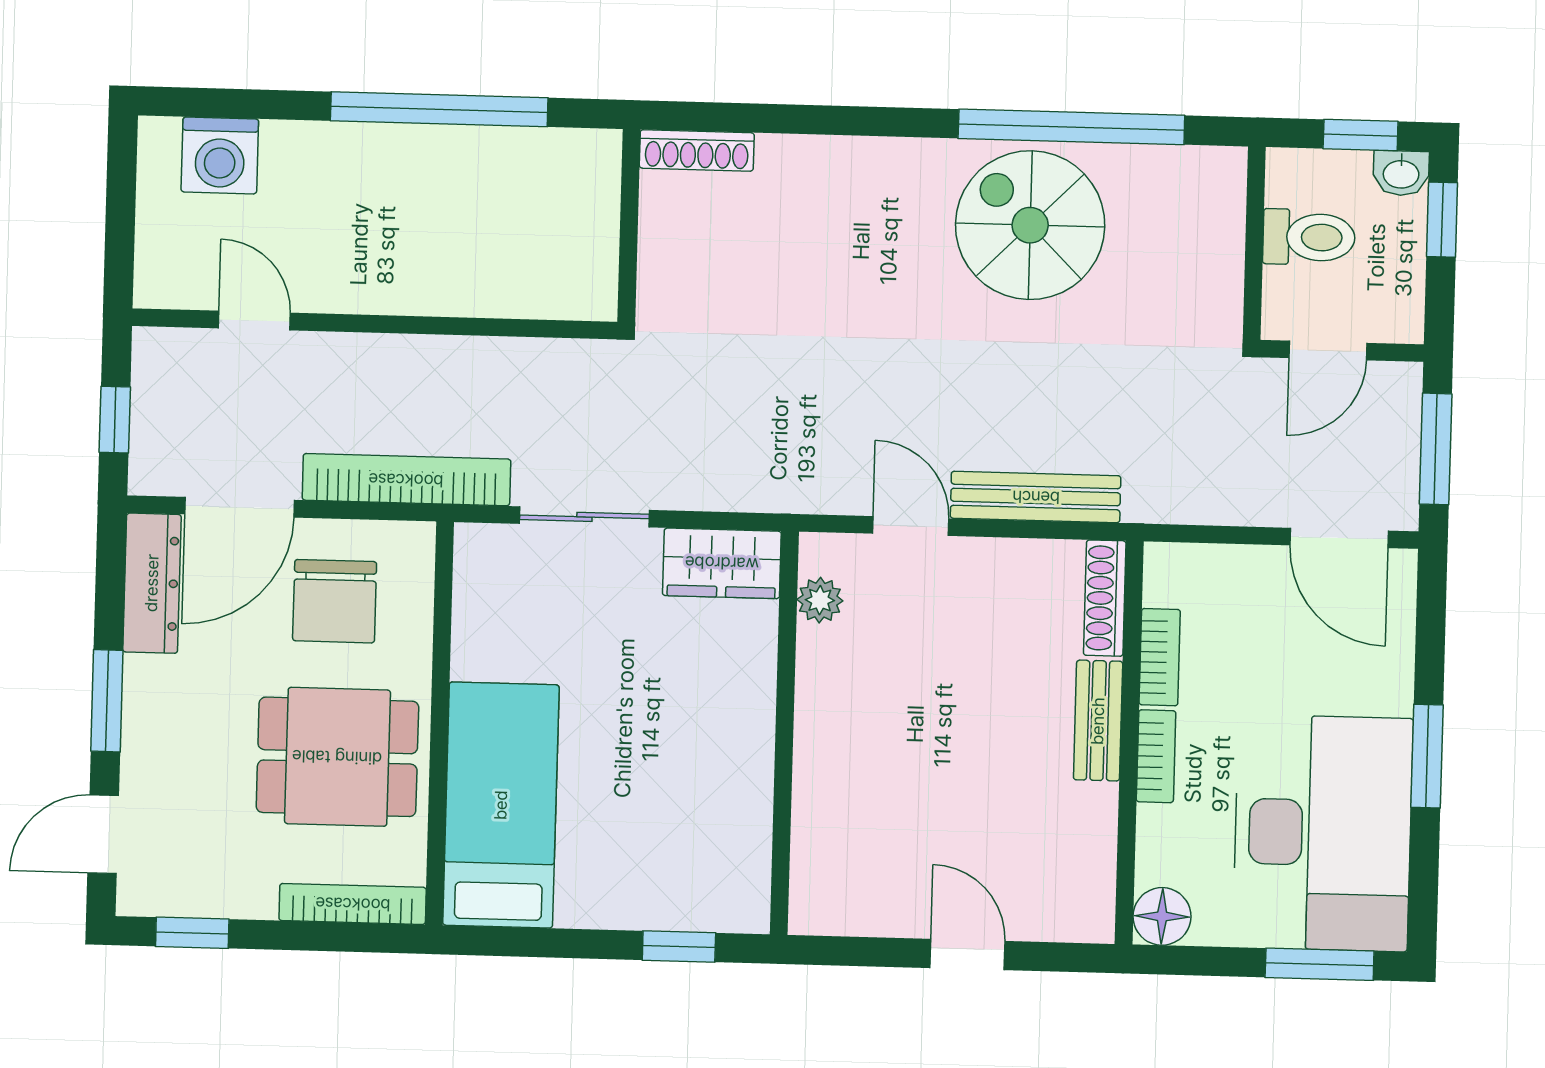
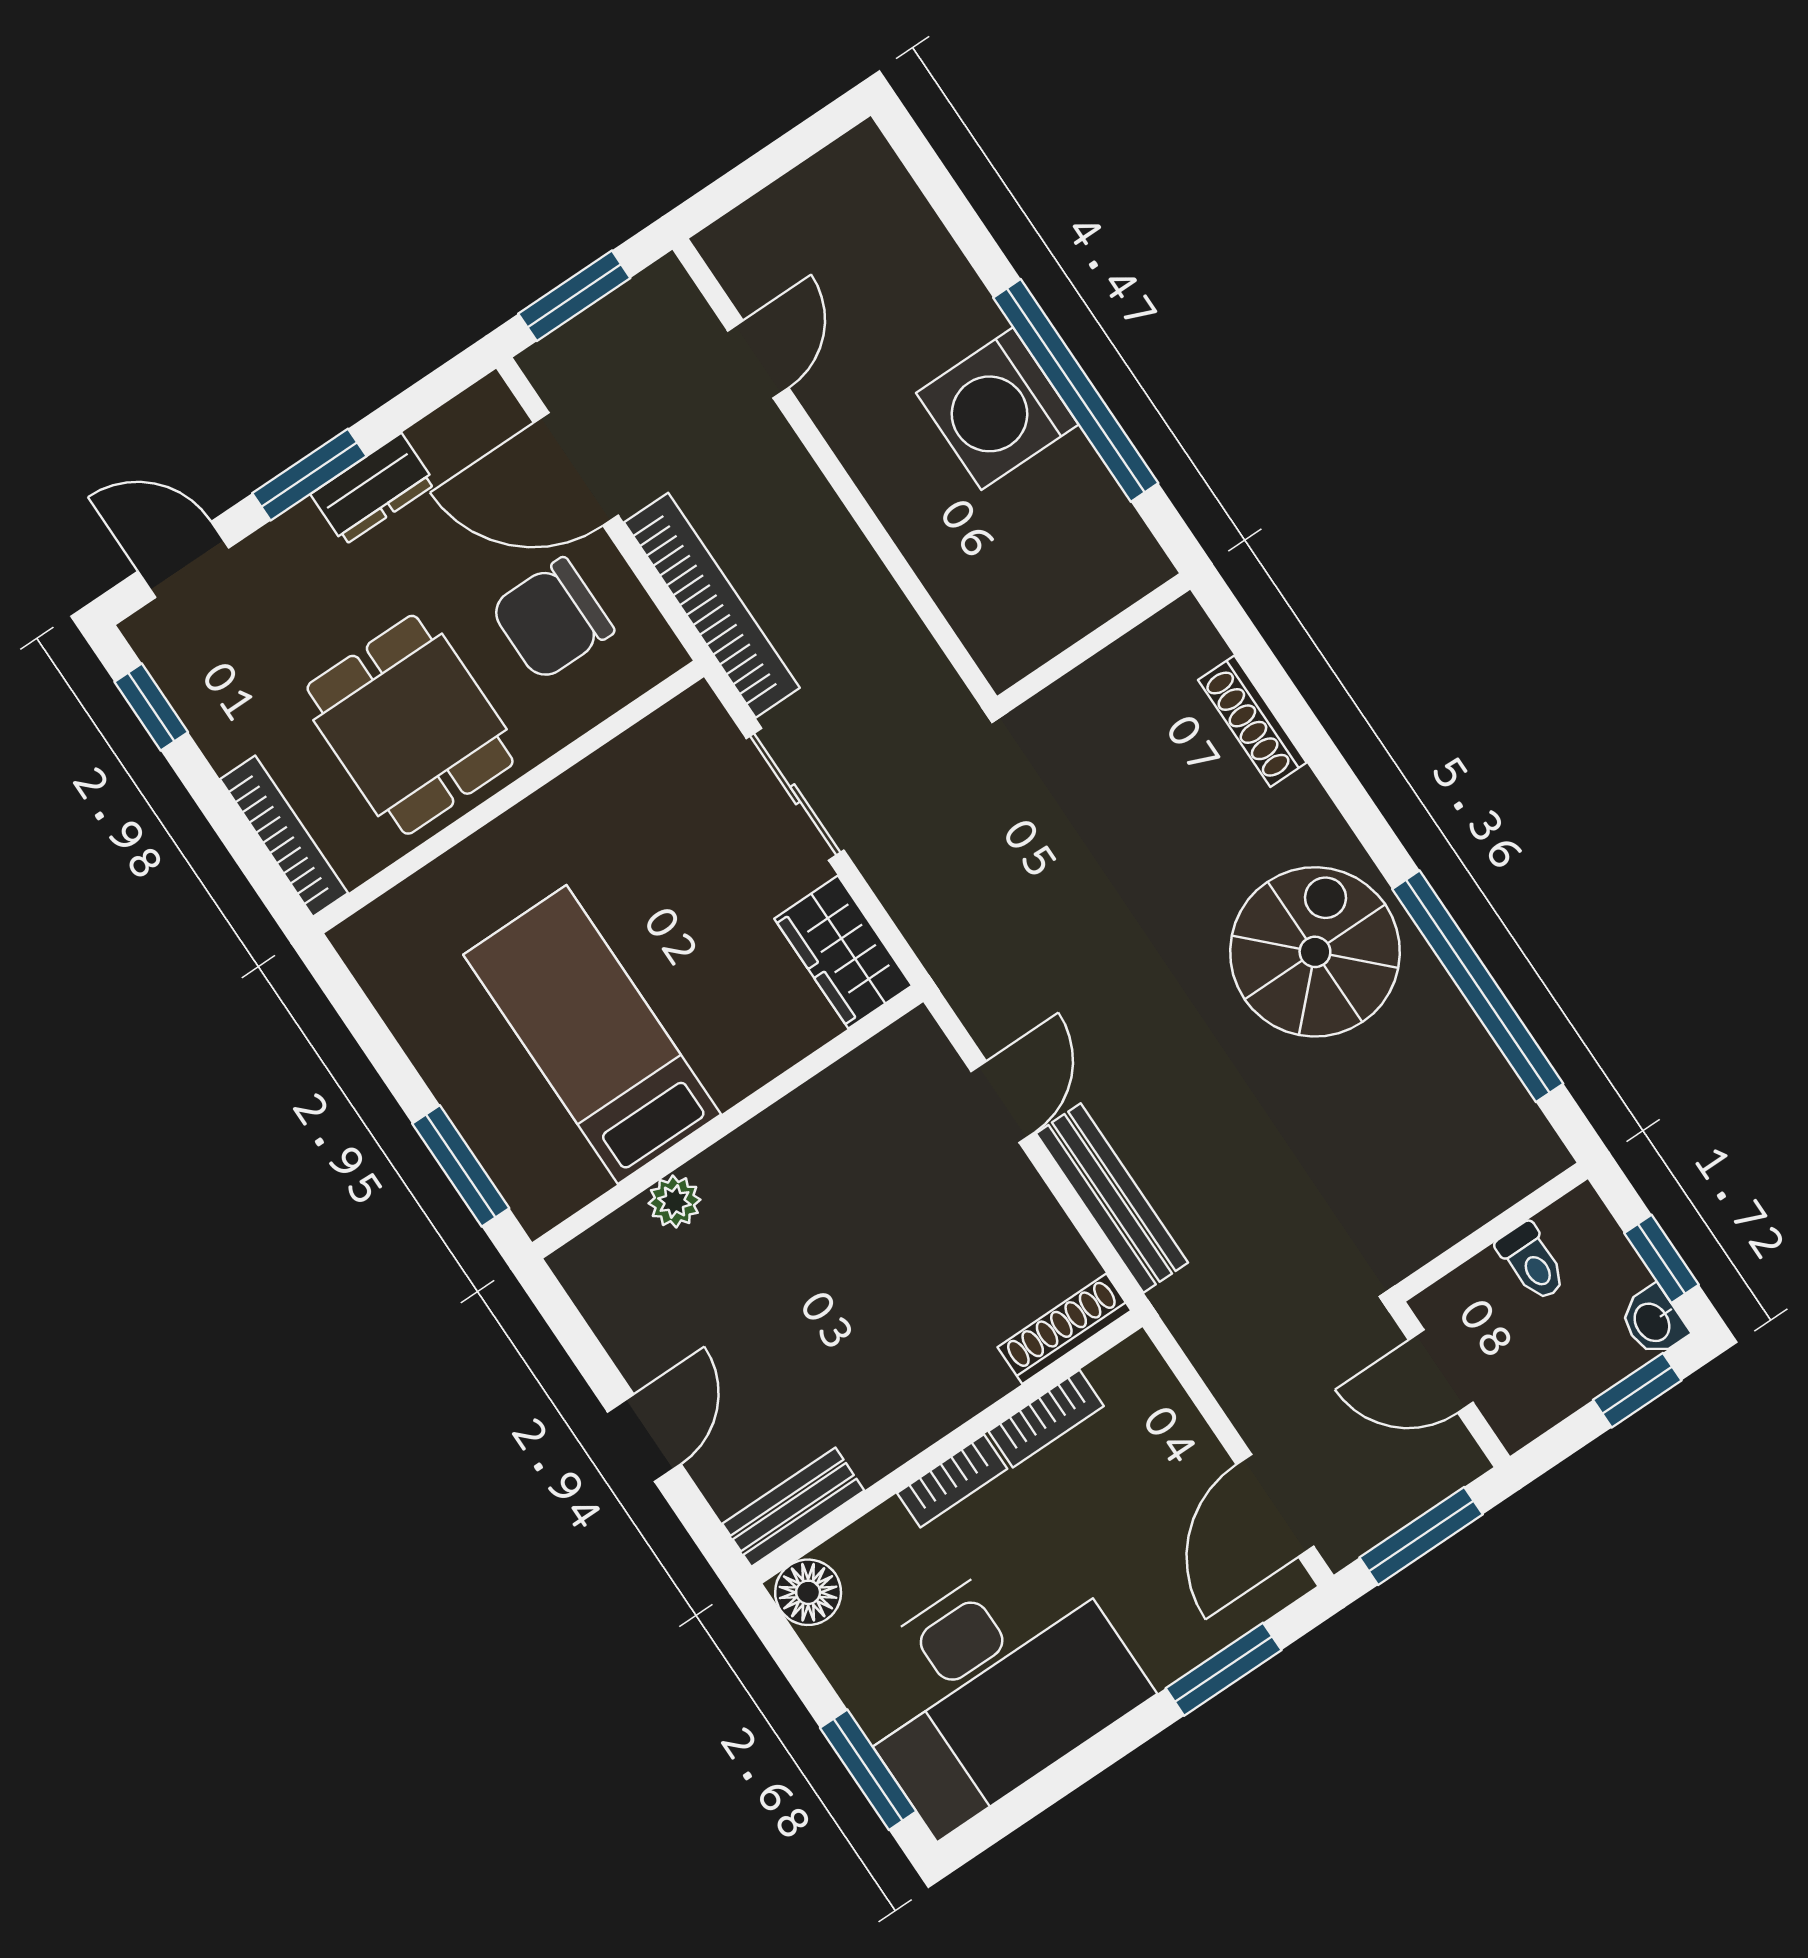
shoe rack: (697, 150) -> (1252, 721), moved
washing machine: (220, 155) -> (997, 409), moved, width x1.37, depth x1.37
spiral stairs: (1030, 225) -> (1315, 952), moved
toilet: (1309, 237) -> (1532, 1262), width x0.73, depth x0.72
window: (115, 420) -> (574, 296), width x1.50
dresser: (152, 583) -> (373, 489), moved, width x0.70
plant: (820, 600) -> (674, 1202), moved
bench: (1098, 721) -> (793, 1507), moved
window: (1427, 756) -> (1224, 1669), moved
bed: (501, 805) -> (592, 1035), moved, turned -90
window: (679, 946) -> (461, 1166), width x1.50

